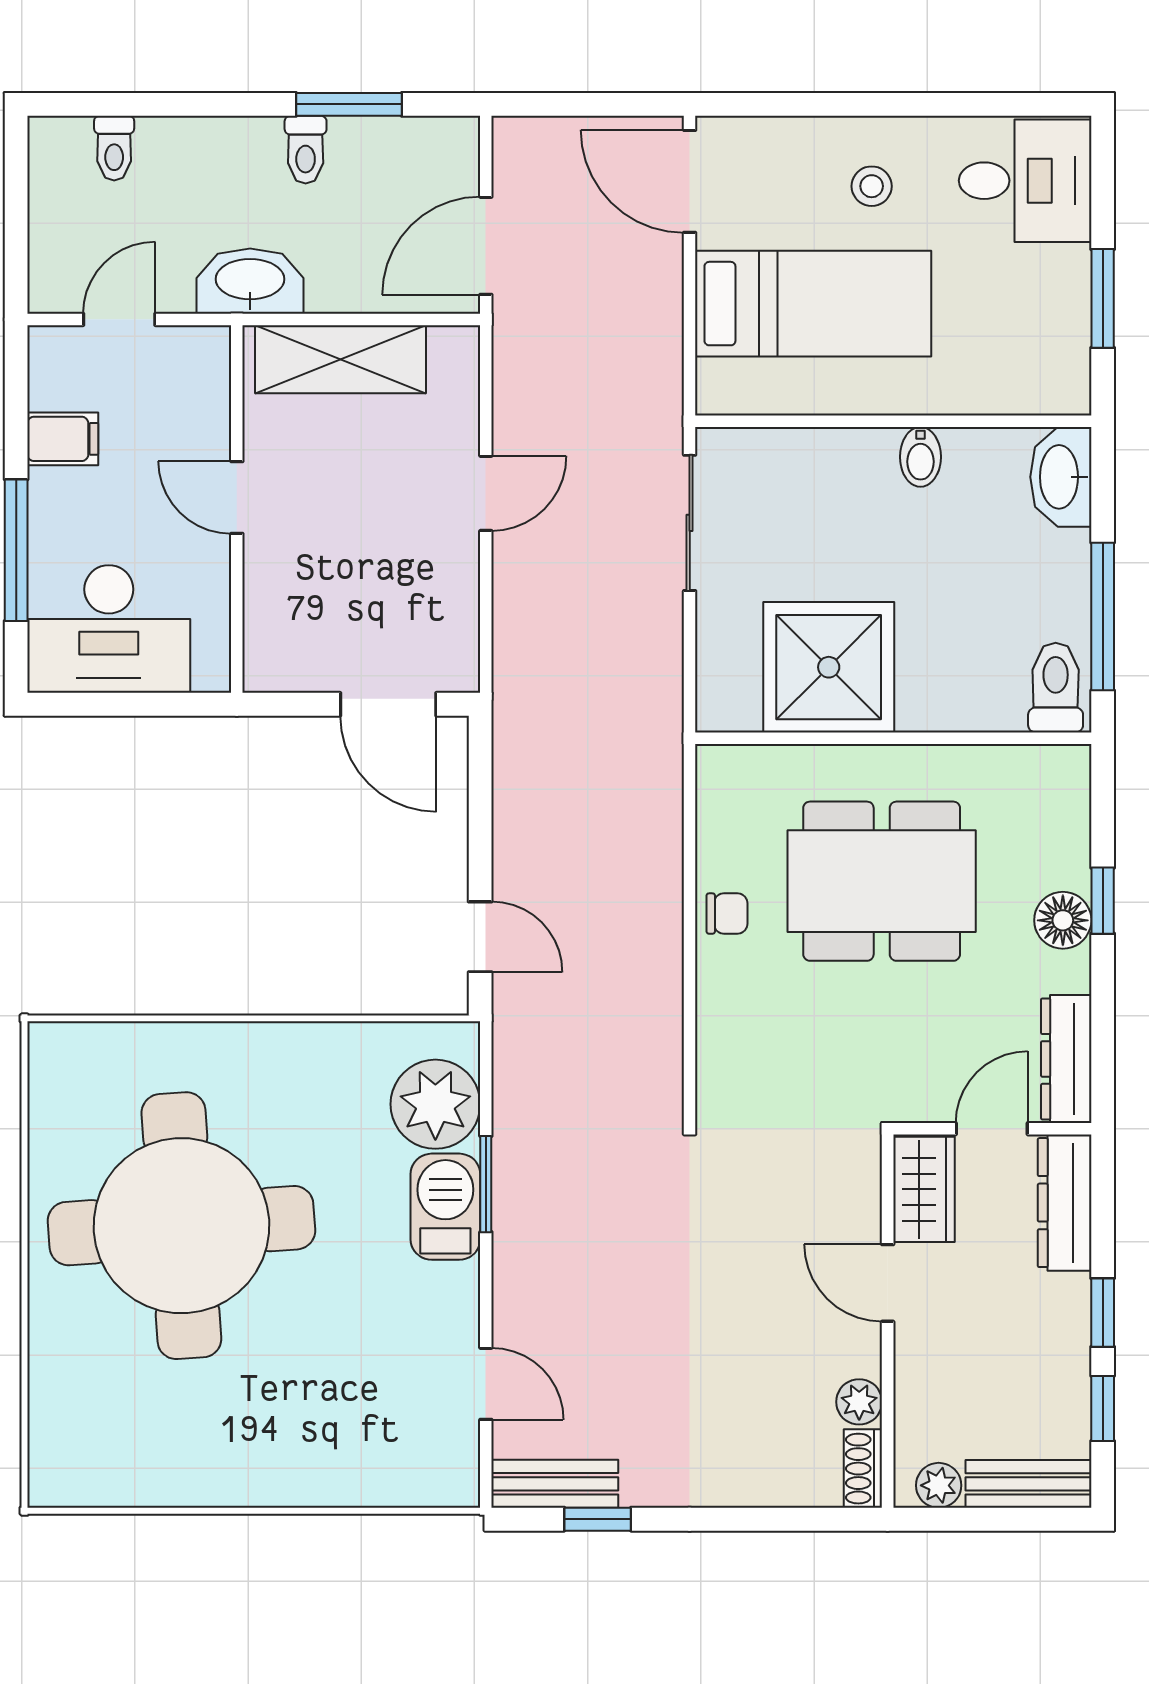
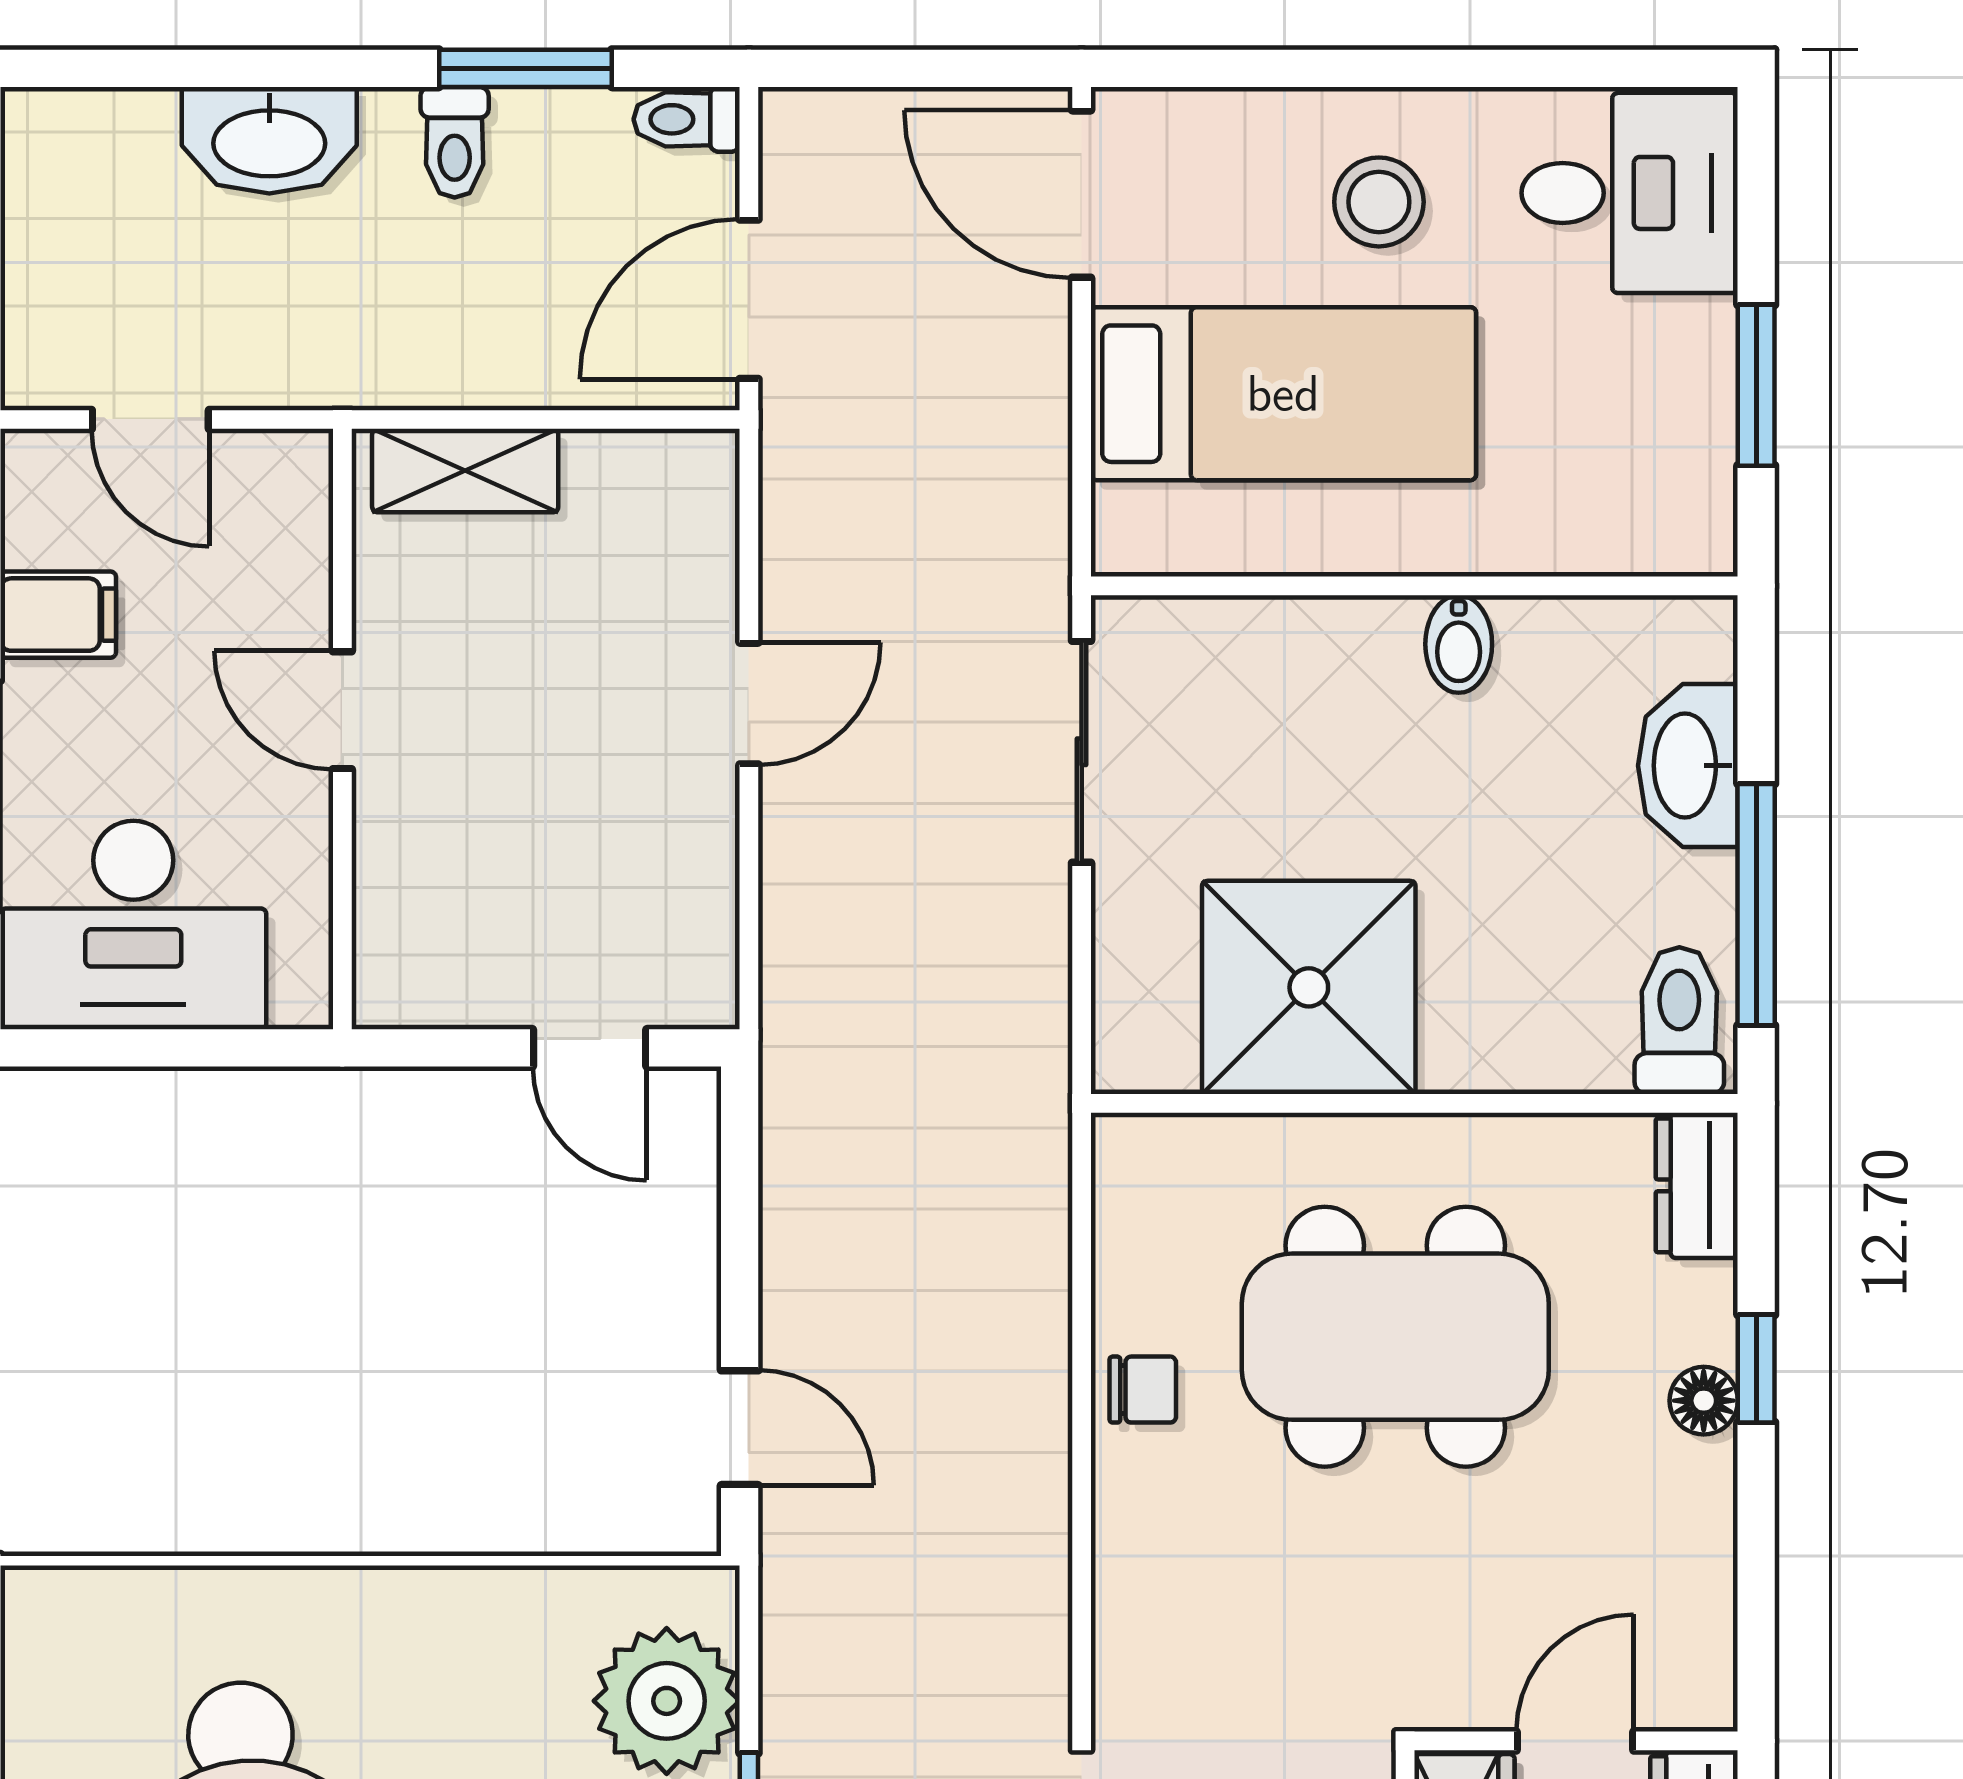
toilet: (114, 148) -> (687, 119), moved, turned 90
stool: (872, 186) -> (1379, 202), width x1.37, depth x1.37
washbasin: (250, 281) -> (269, 140), moved, turned 180
door: (119, 319) -> (150, 419), swing flipped
shelving: (341, 359) -> (465, 471), width x0.67, depth x0.75
washbasin: (1061, 477) -> (1688, 766), moved
door: (388, 704) -> (590, 1048), width x0.73
floor lamp: (1063, 920) -> (1704, 1401), width x0.73, depth x0.73
dresser: (1066, 1059) -> (1697, 1185), moved, width x0.70

